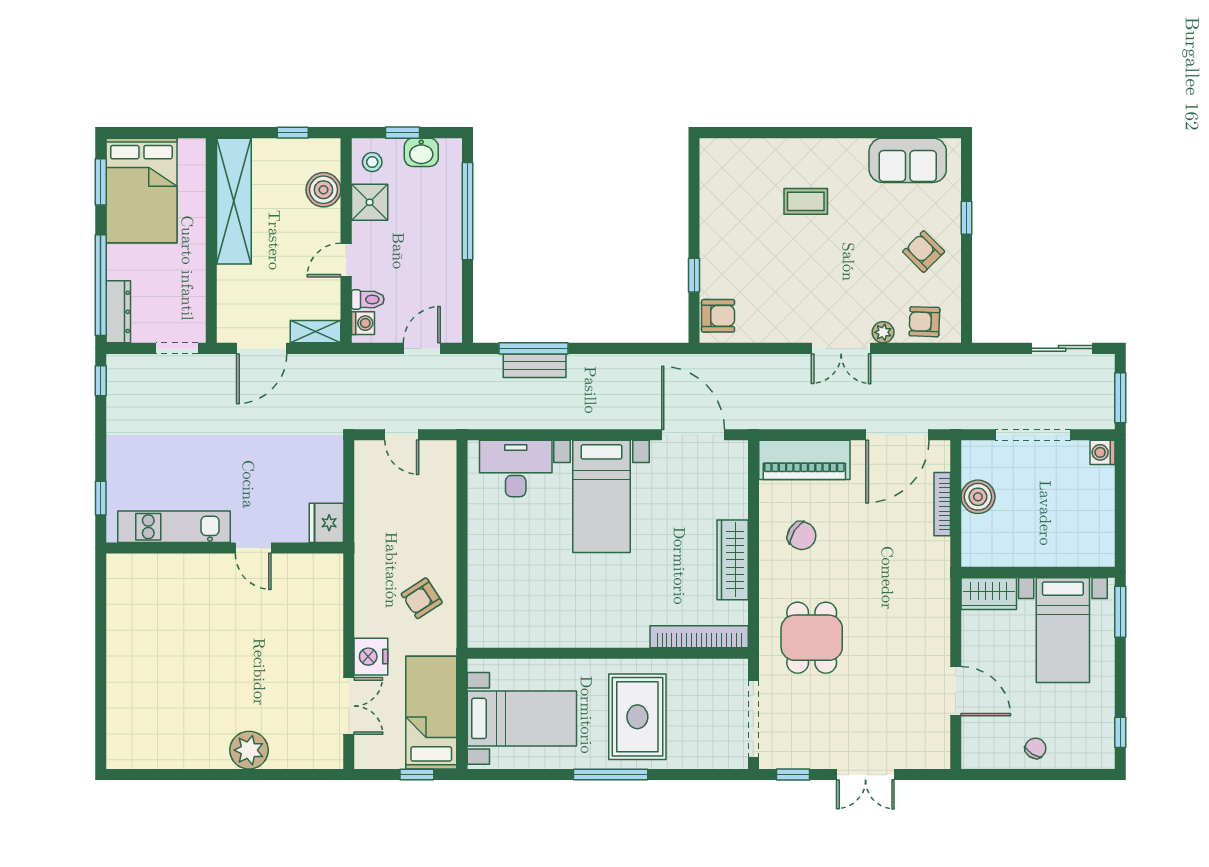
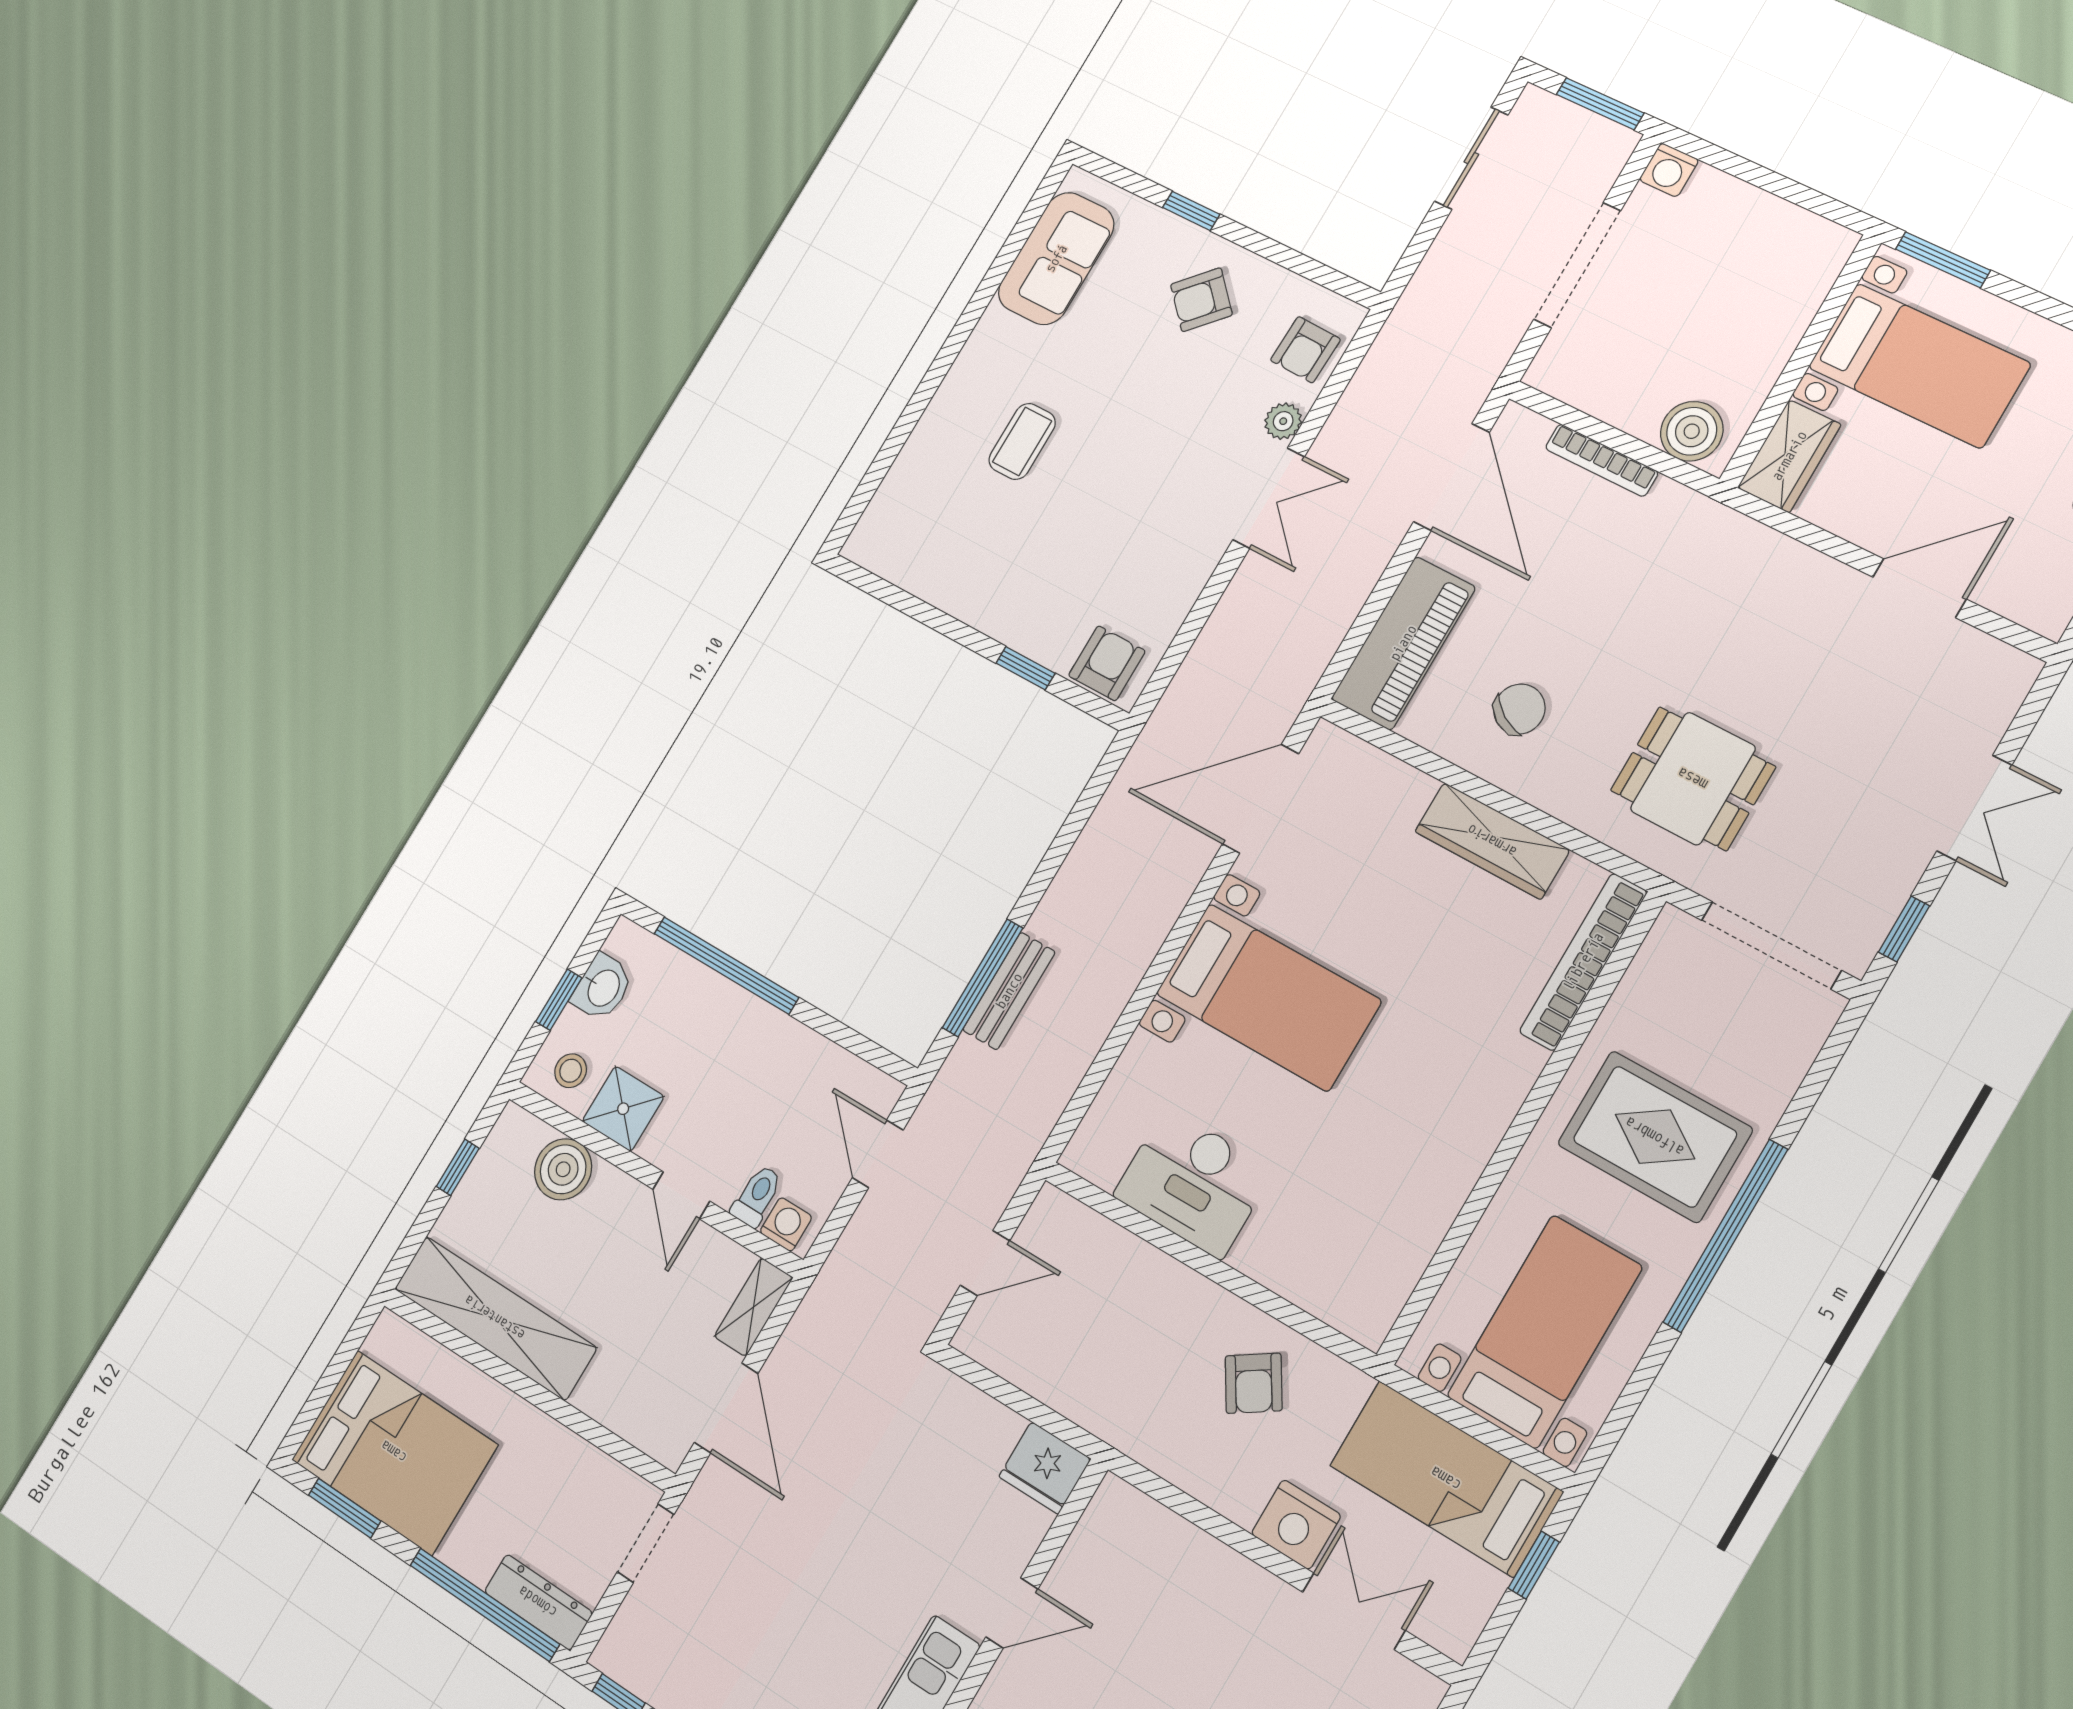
desk: (516, 468) -> (1193, 1183), moved, turned -90
boiler: (978, 497) -> (1692, 431), moved
window: (611, 775) -> (1725, 1236), width x1.46

